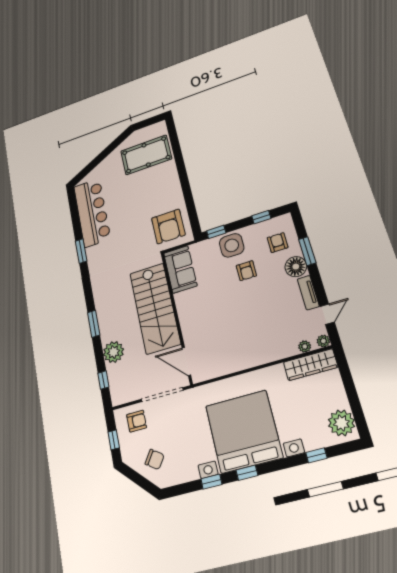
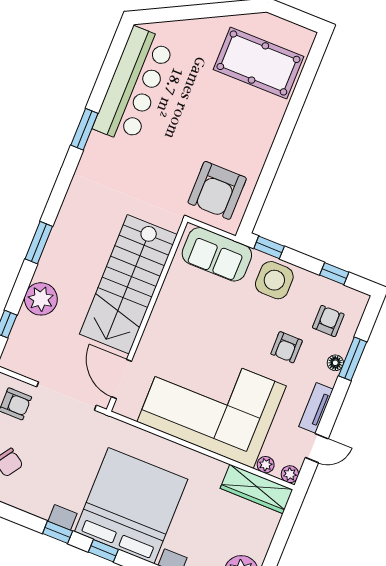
floor lamp: (296, 267) -> (335, 363), width x0.53, depth x0.53
sofa: (180, 269) -> (217, 254), moved, turned 90
armchair: (246, 271) -> (287, 347), moved
corner sofa: (247, 336) -> (212, 404), added

